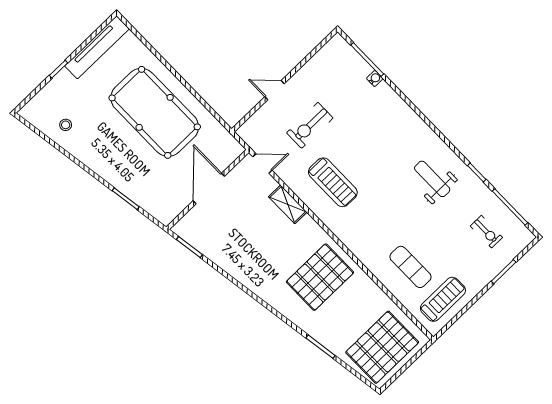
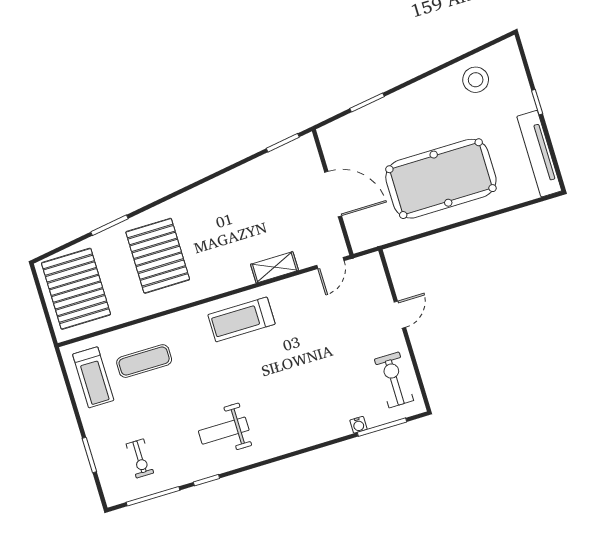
stool: (66, 125) -> (476, 80), width x1.89, depth x1.89
exercise bike: (310, 125) -> (394, 380), moved
weight bench: (432, 179) -> (224, 431), turned 180
treadmill: (333, 182) -> (241, 319), moved
exercise bike: (486, 232) -> (140, 459), turned -90
pallet: (320, 277) -> (158, 256), moved

